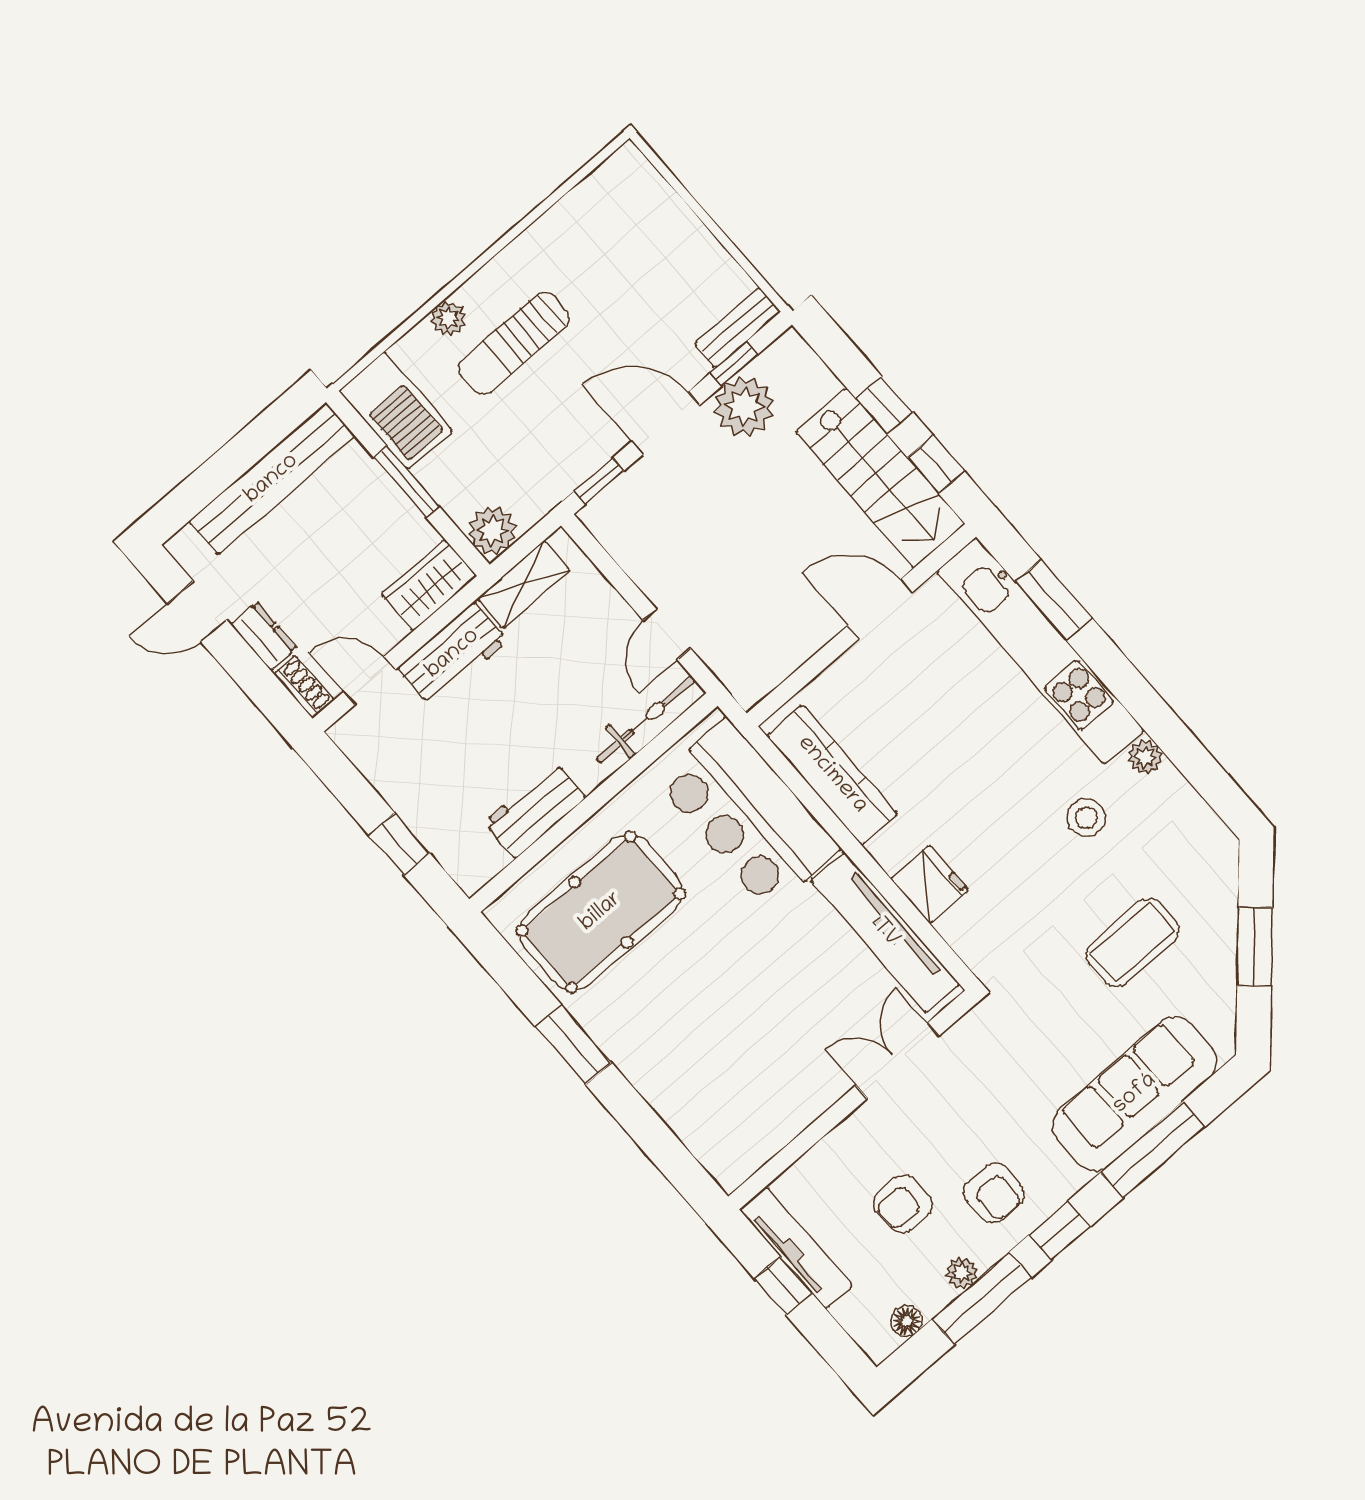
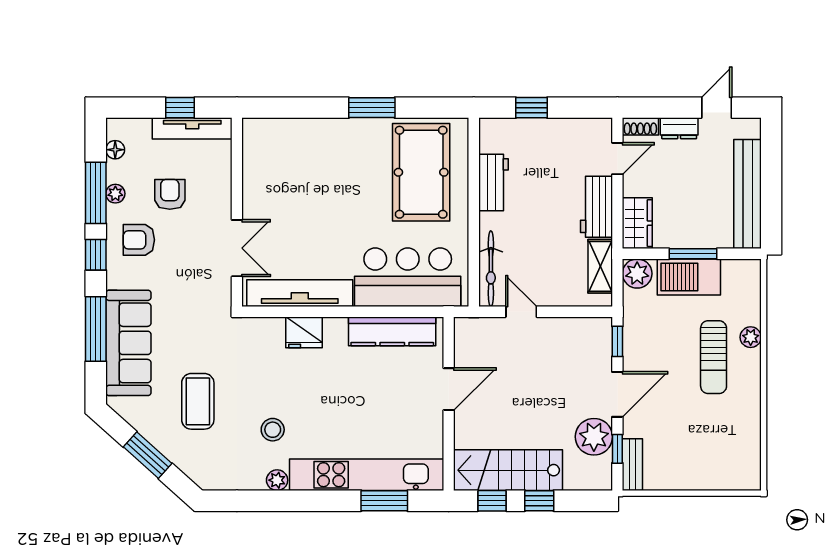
sun lounger: (514, 343) -> (714, 357), turned 180
barbecue: (396, 411) -> (689, 277), moved
door: (880, 609) -> (449, 389), moved

